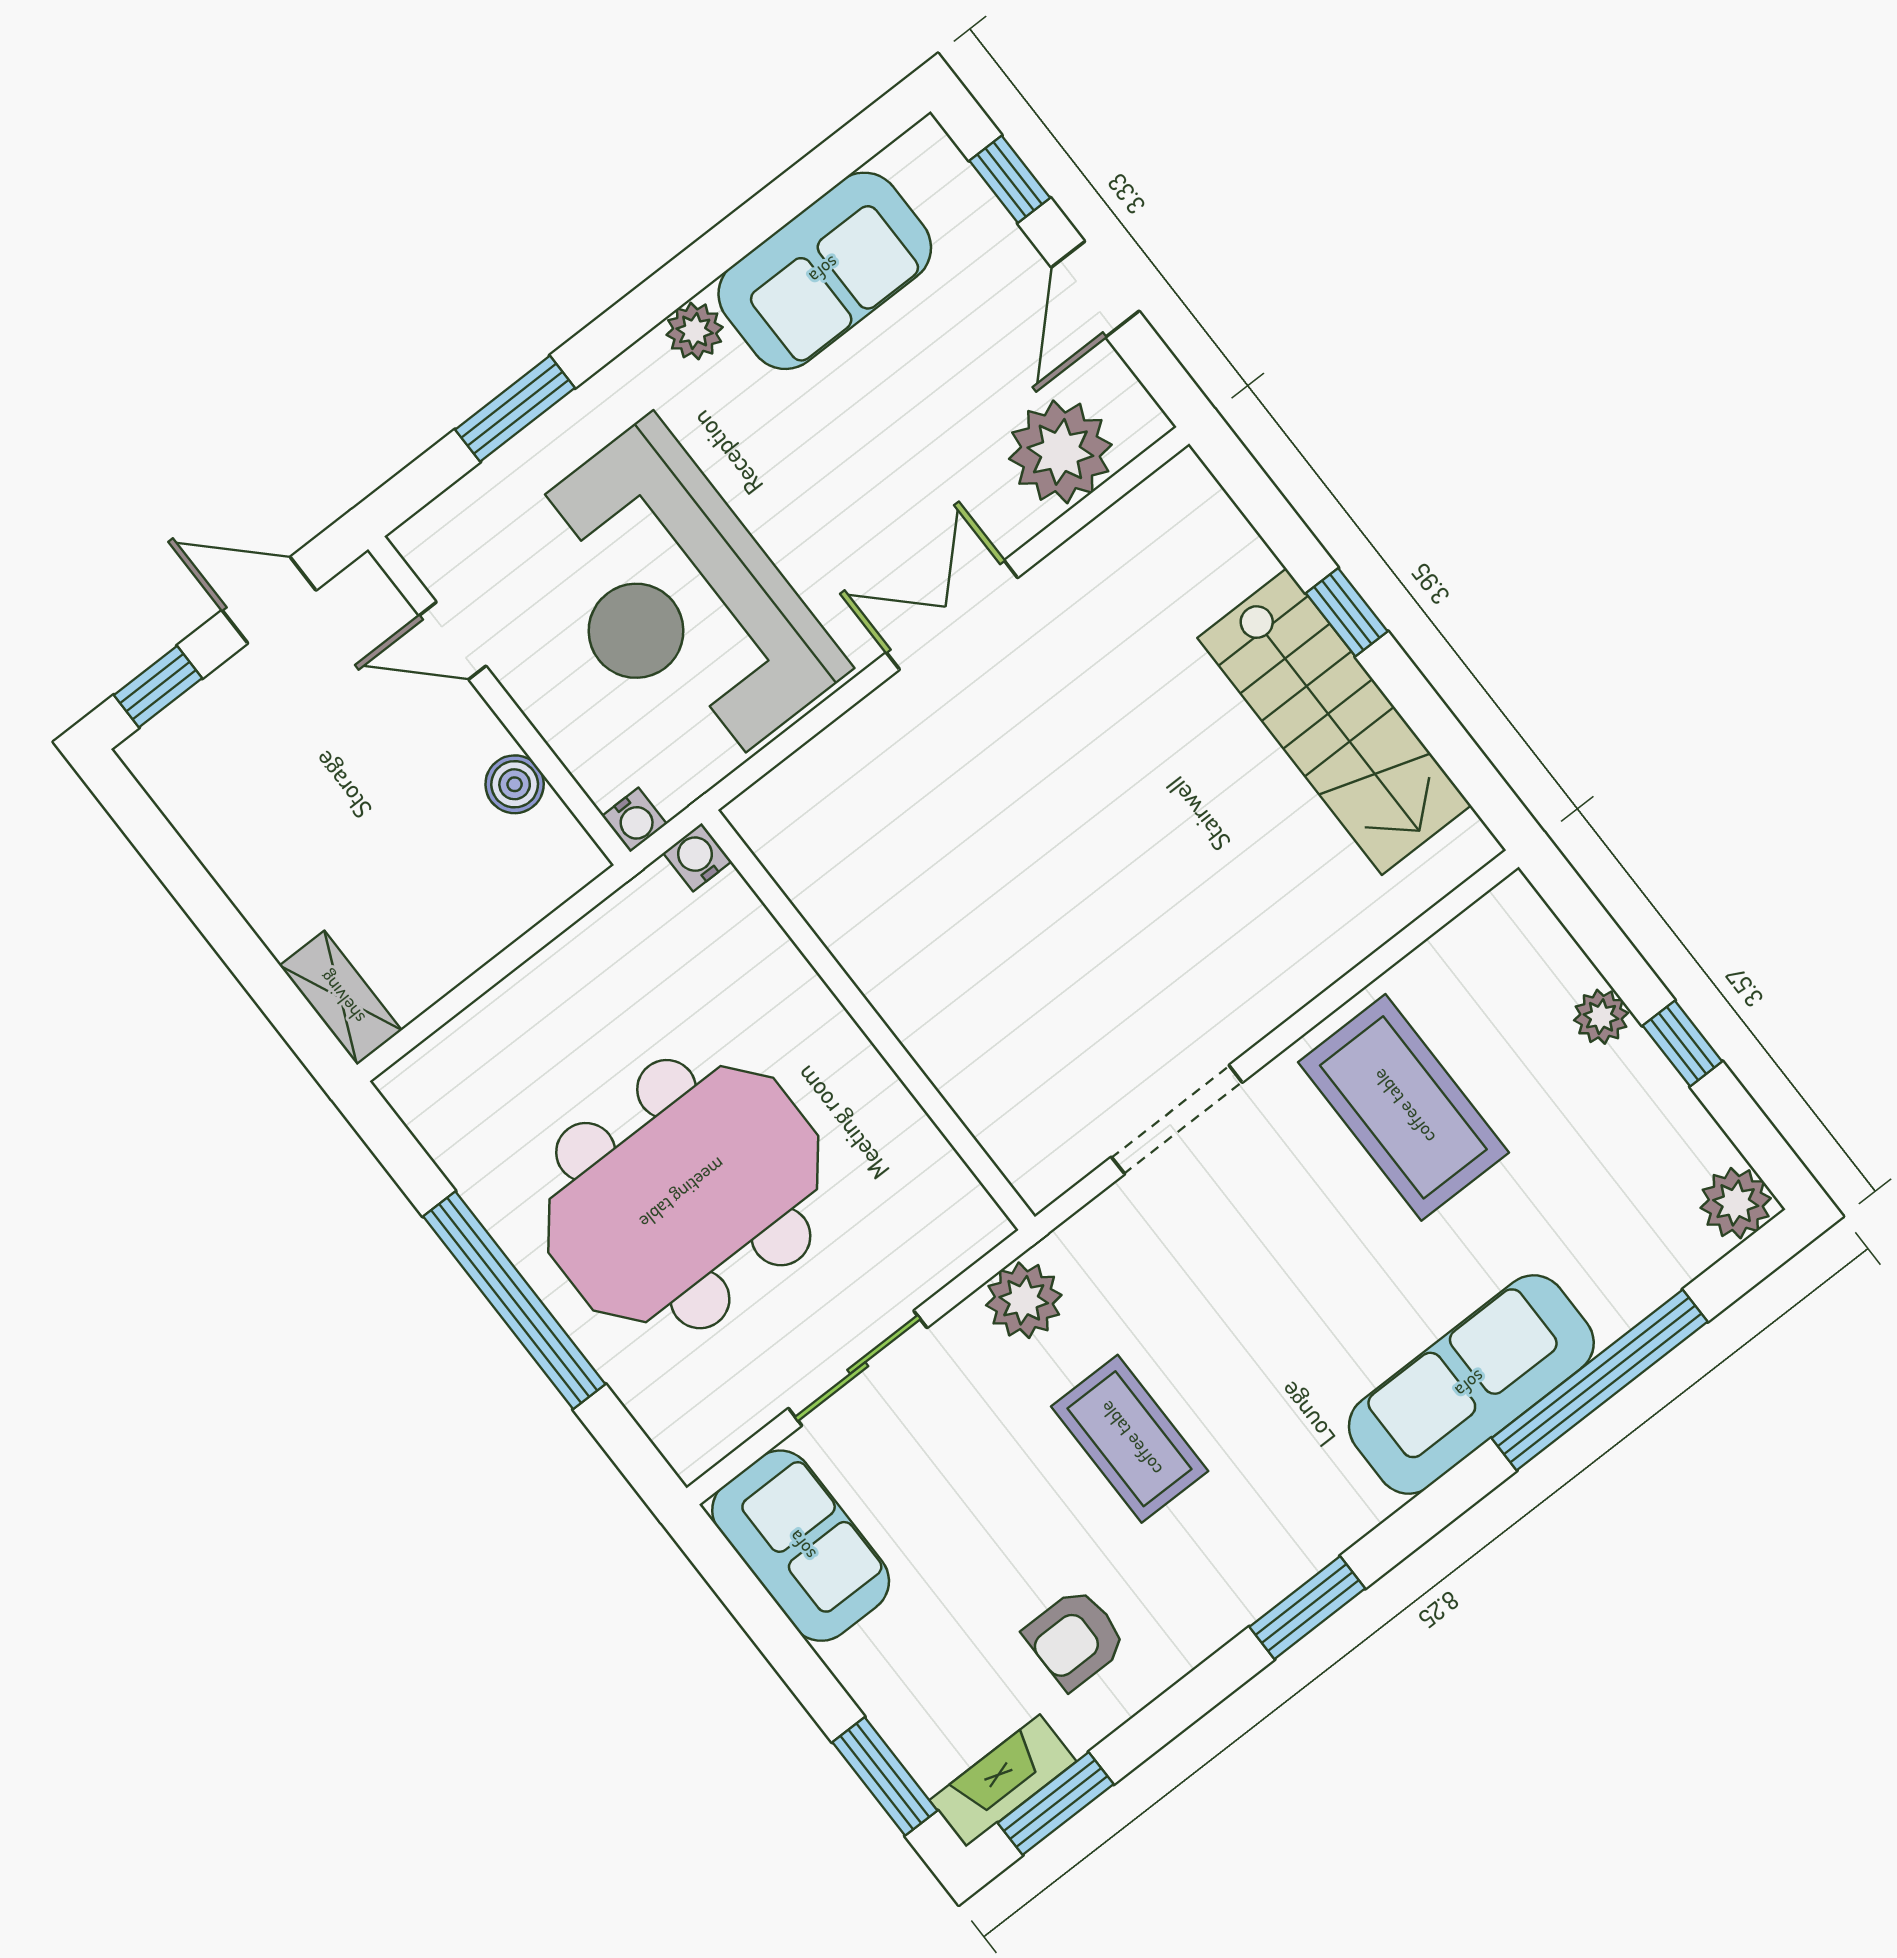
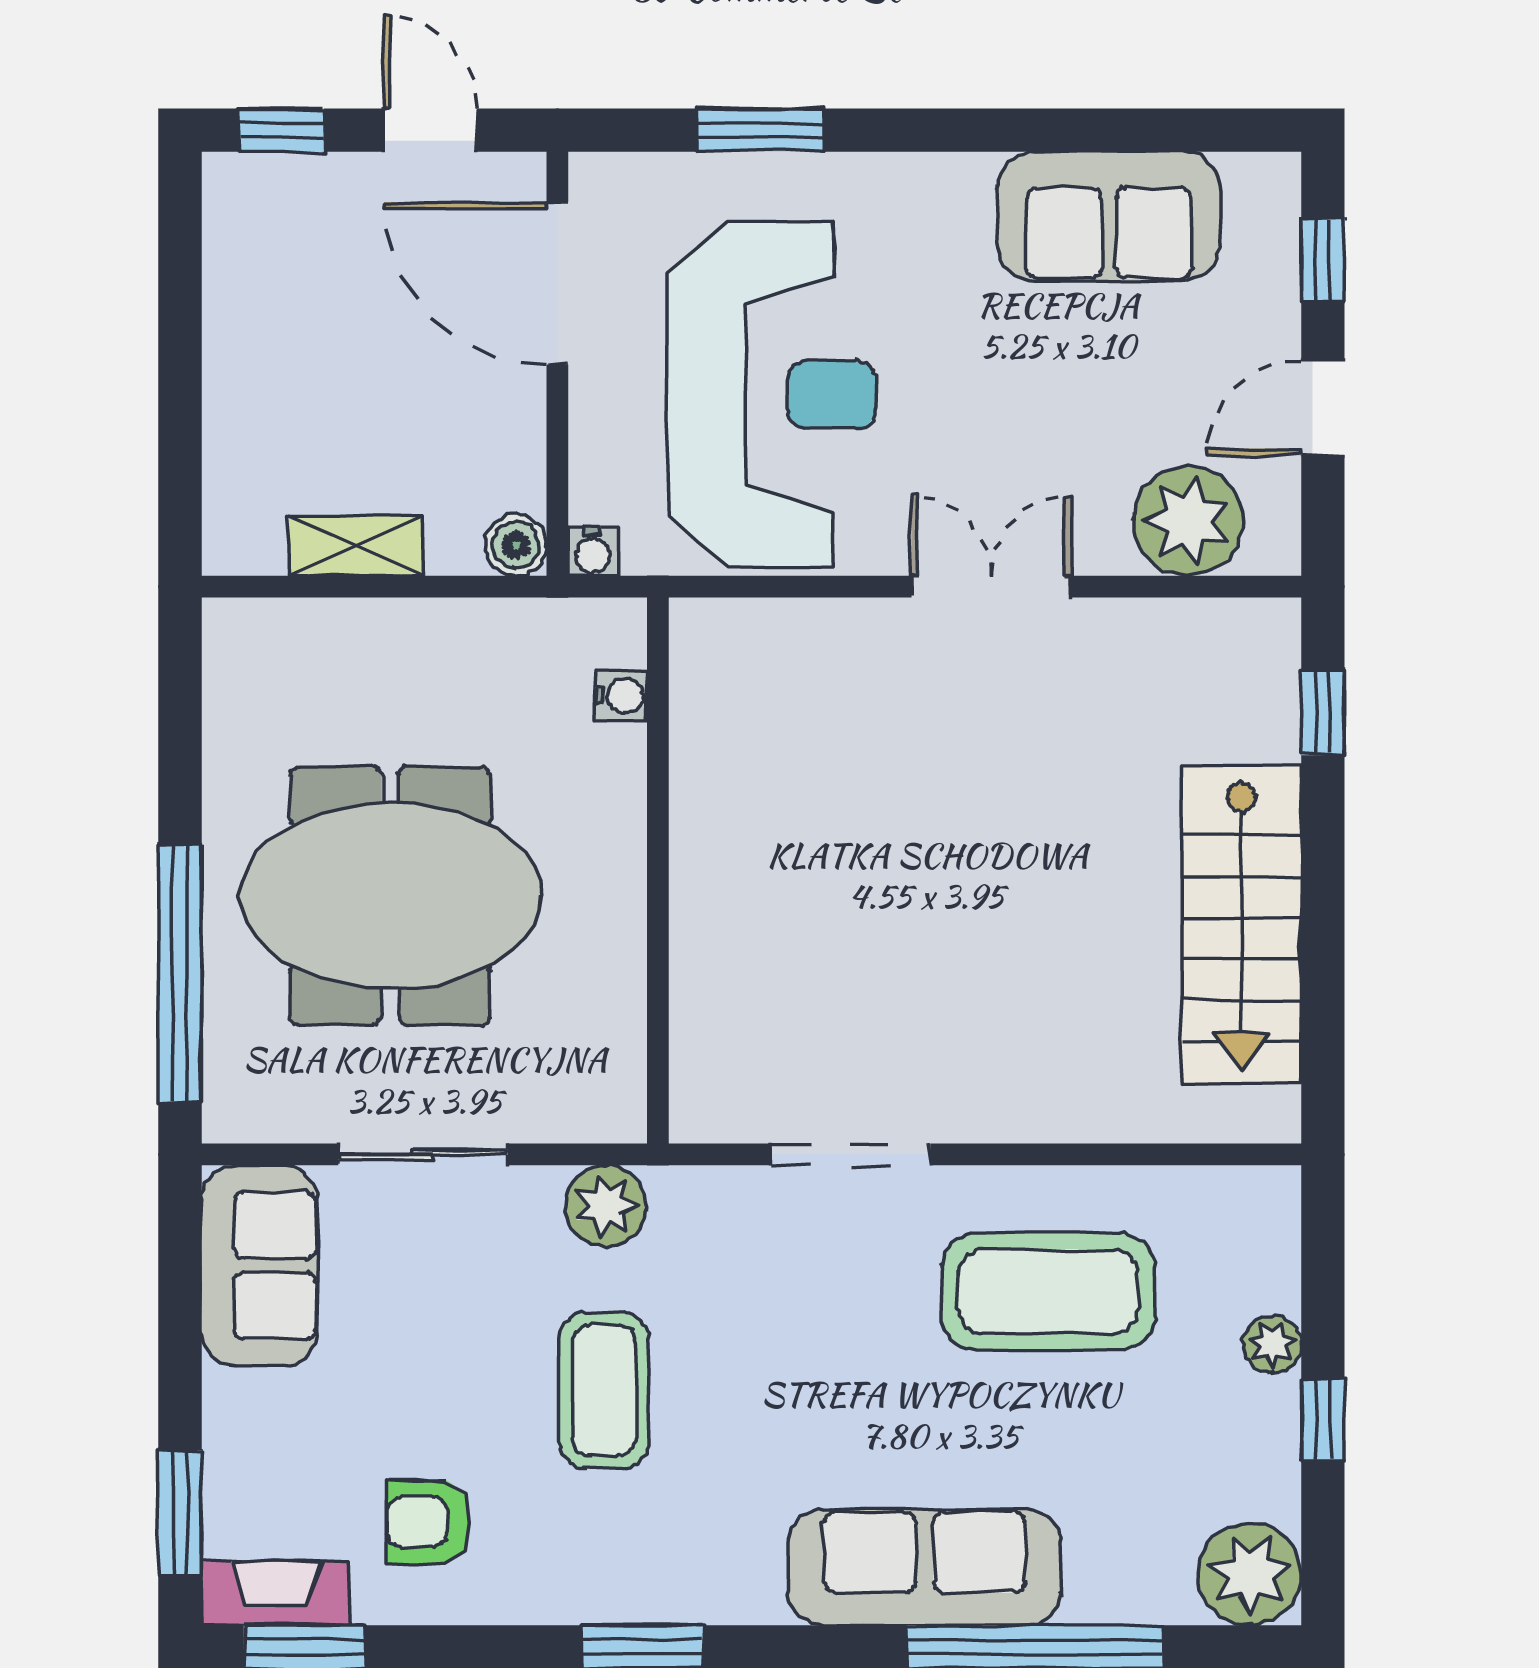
plant: (695, 331) -> (961, 182), removed
reception desk: (676, 599) -> (771, 394), turned 180
window: (1347, 612) -> (1323, 713), moved
door: (453, 641) -> (557, 283), width x1.88
boiler: (515, 784) -> (516, 545), moved
water cooler: (697, 857) -> (621, 695), moved, turned 90
shelving: (341, 998) -> (356, 546), moved, turned 90
coffee table: (1403, 1107) -> (1048, 1292), turned 90
plant: (1736, 1203) -> (1250, 1574), width x1.36, depth x1.36
window: (514, 1300) -> (180, 973), moved

